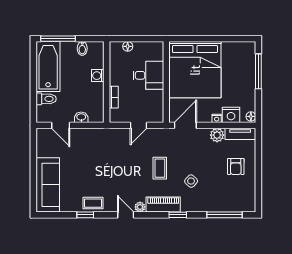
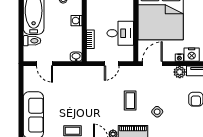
desk: (148, 75) -> (120, 33), moved
washbasin: (81, 117) -> (76, 57), moved

